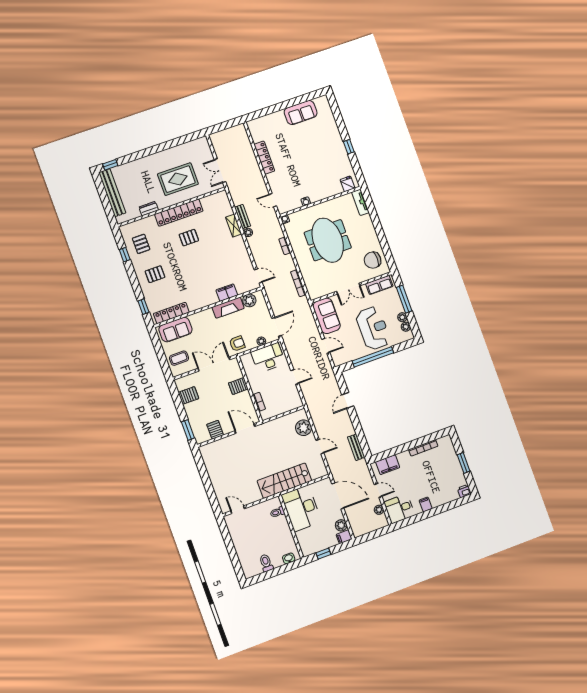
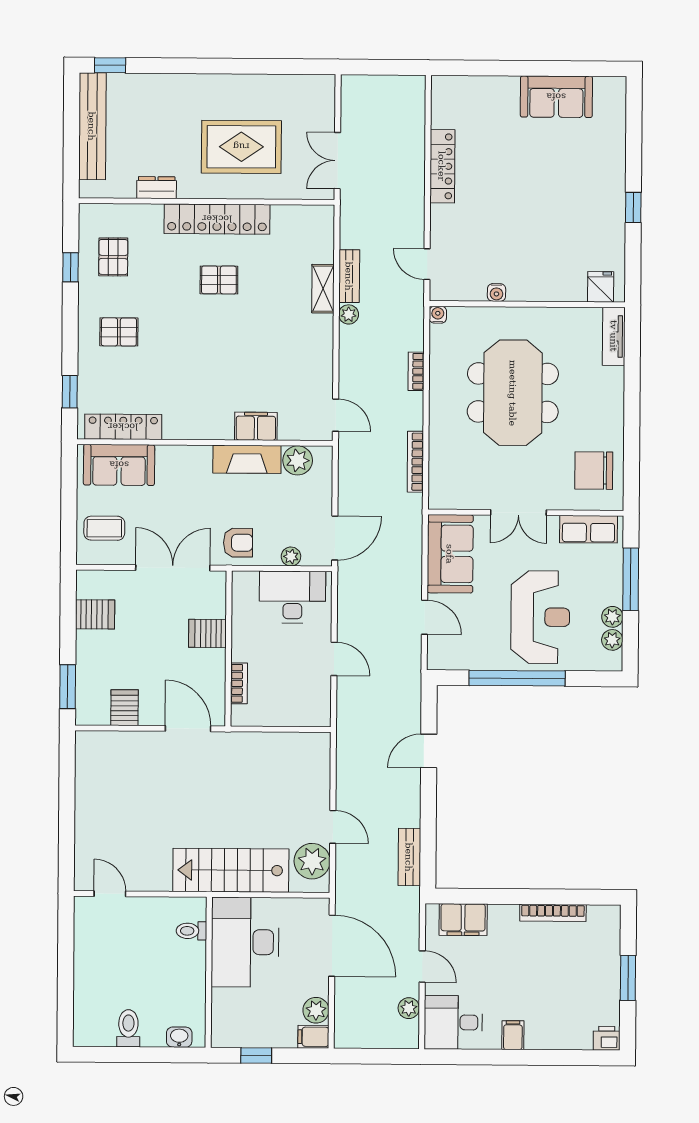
plant: (304, 428) -> (312, 861), moved

